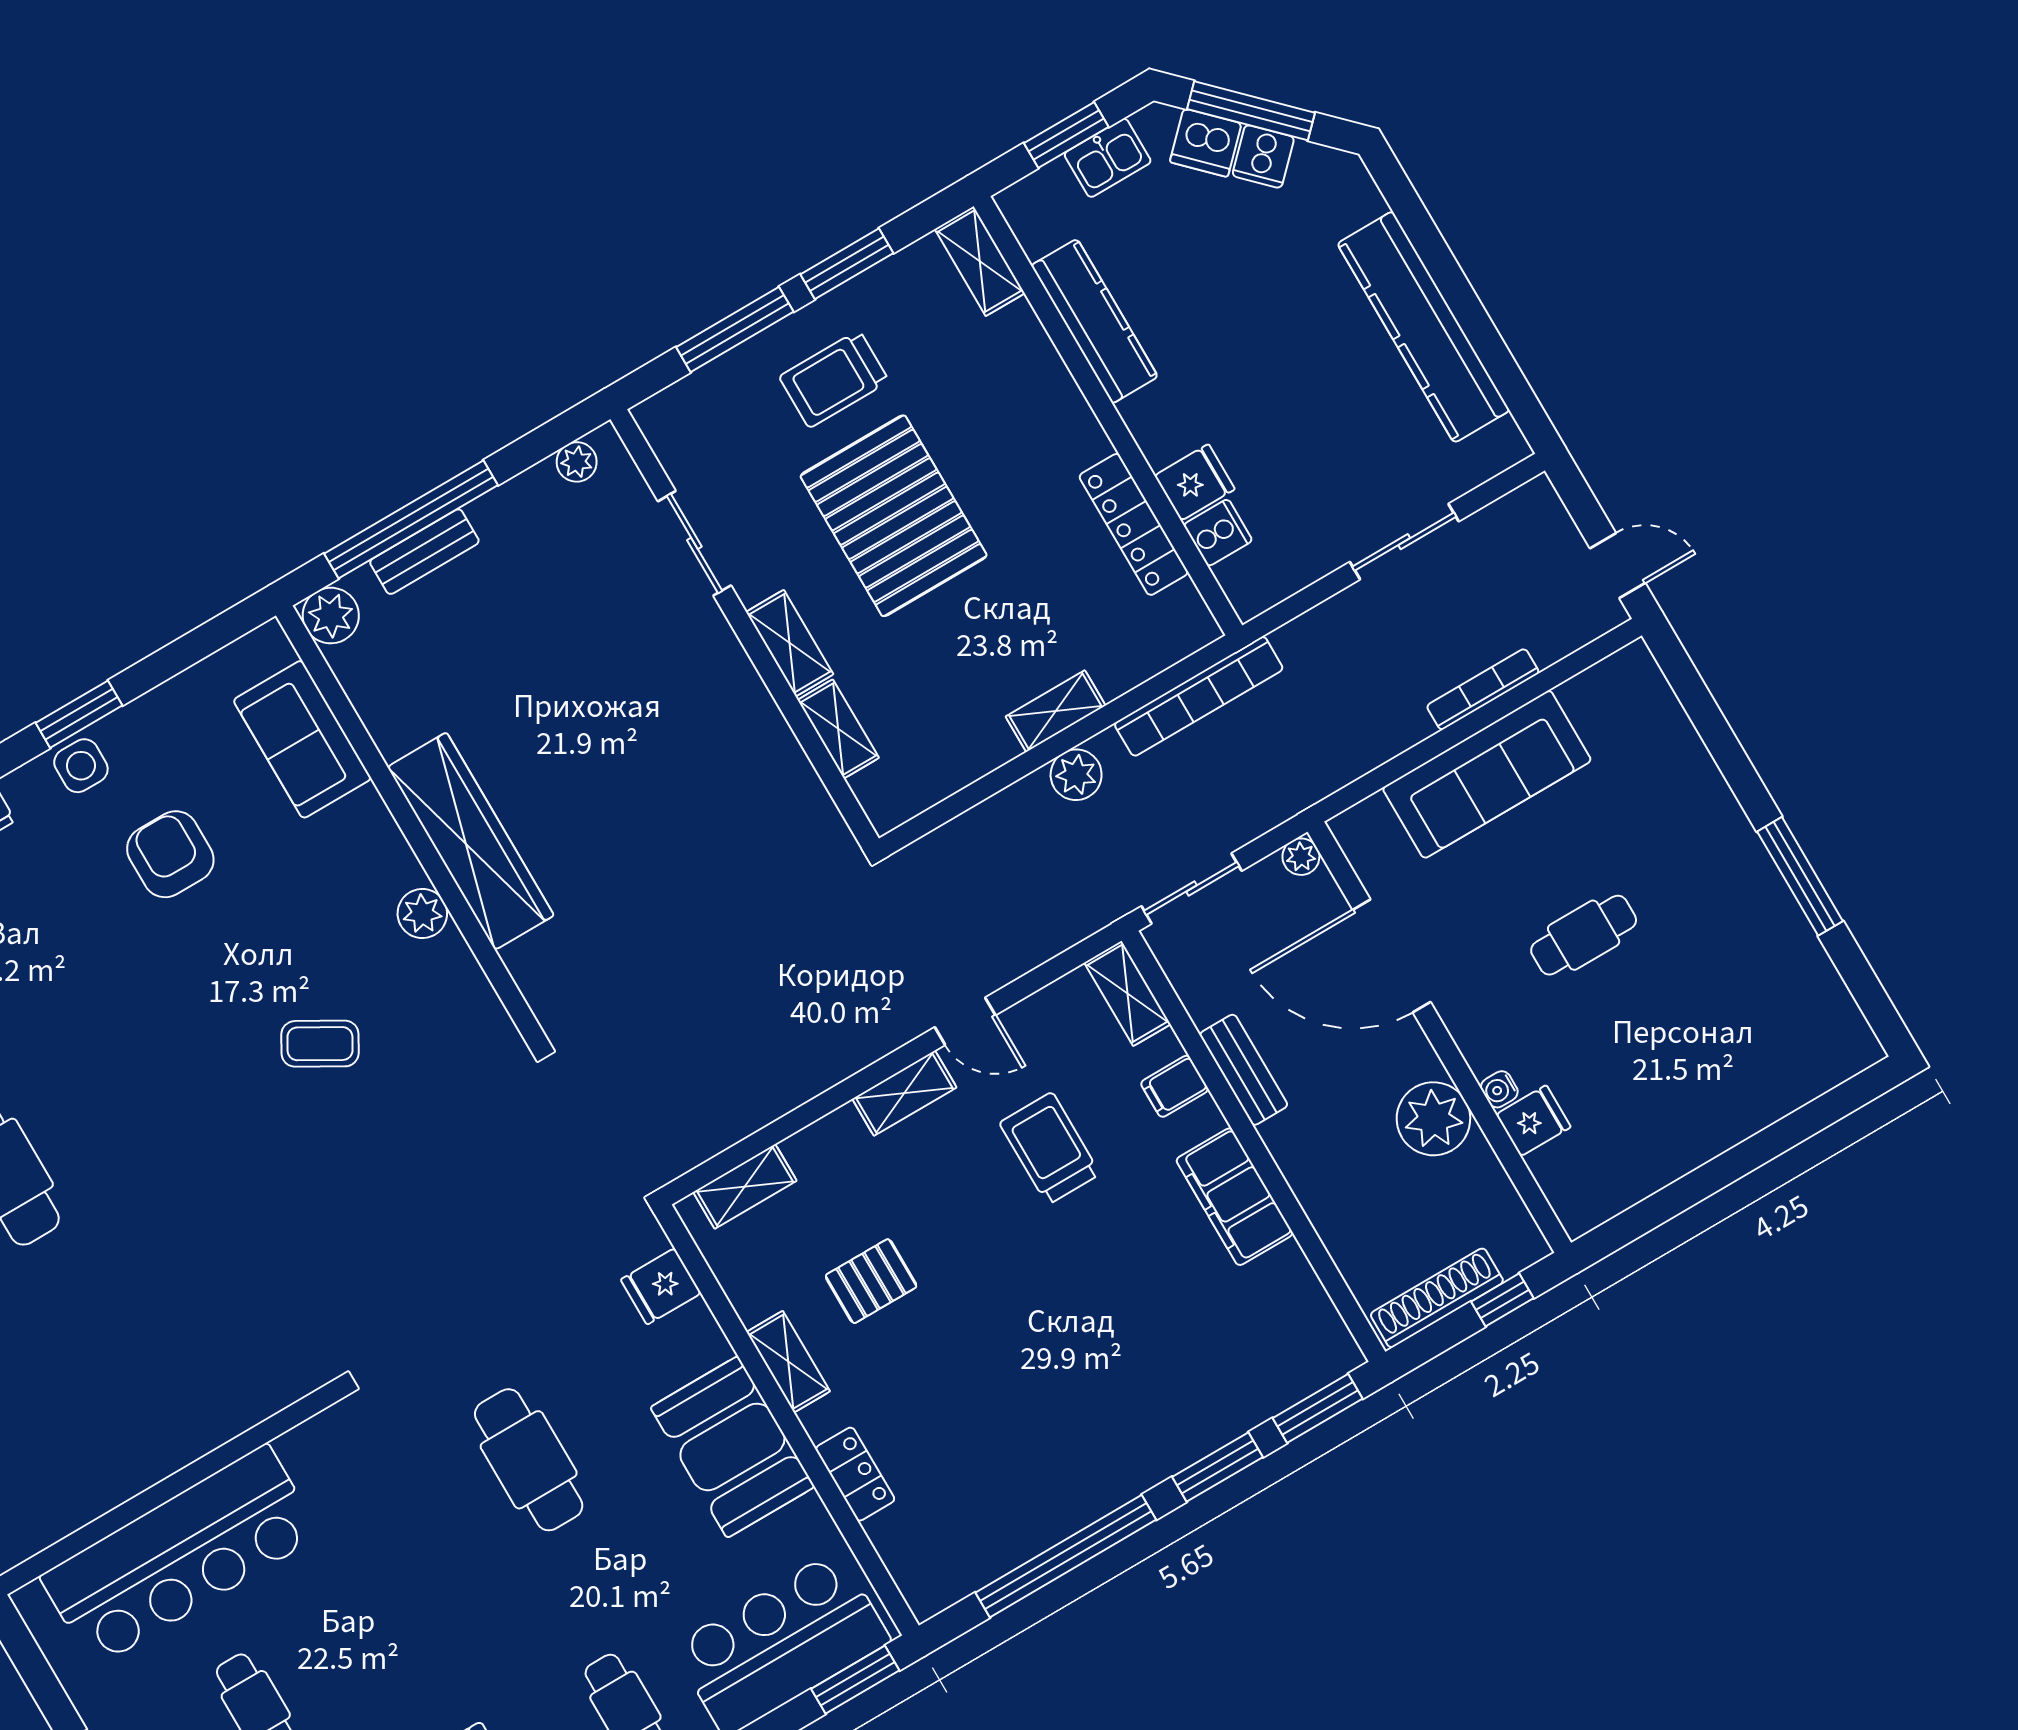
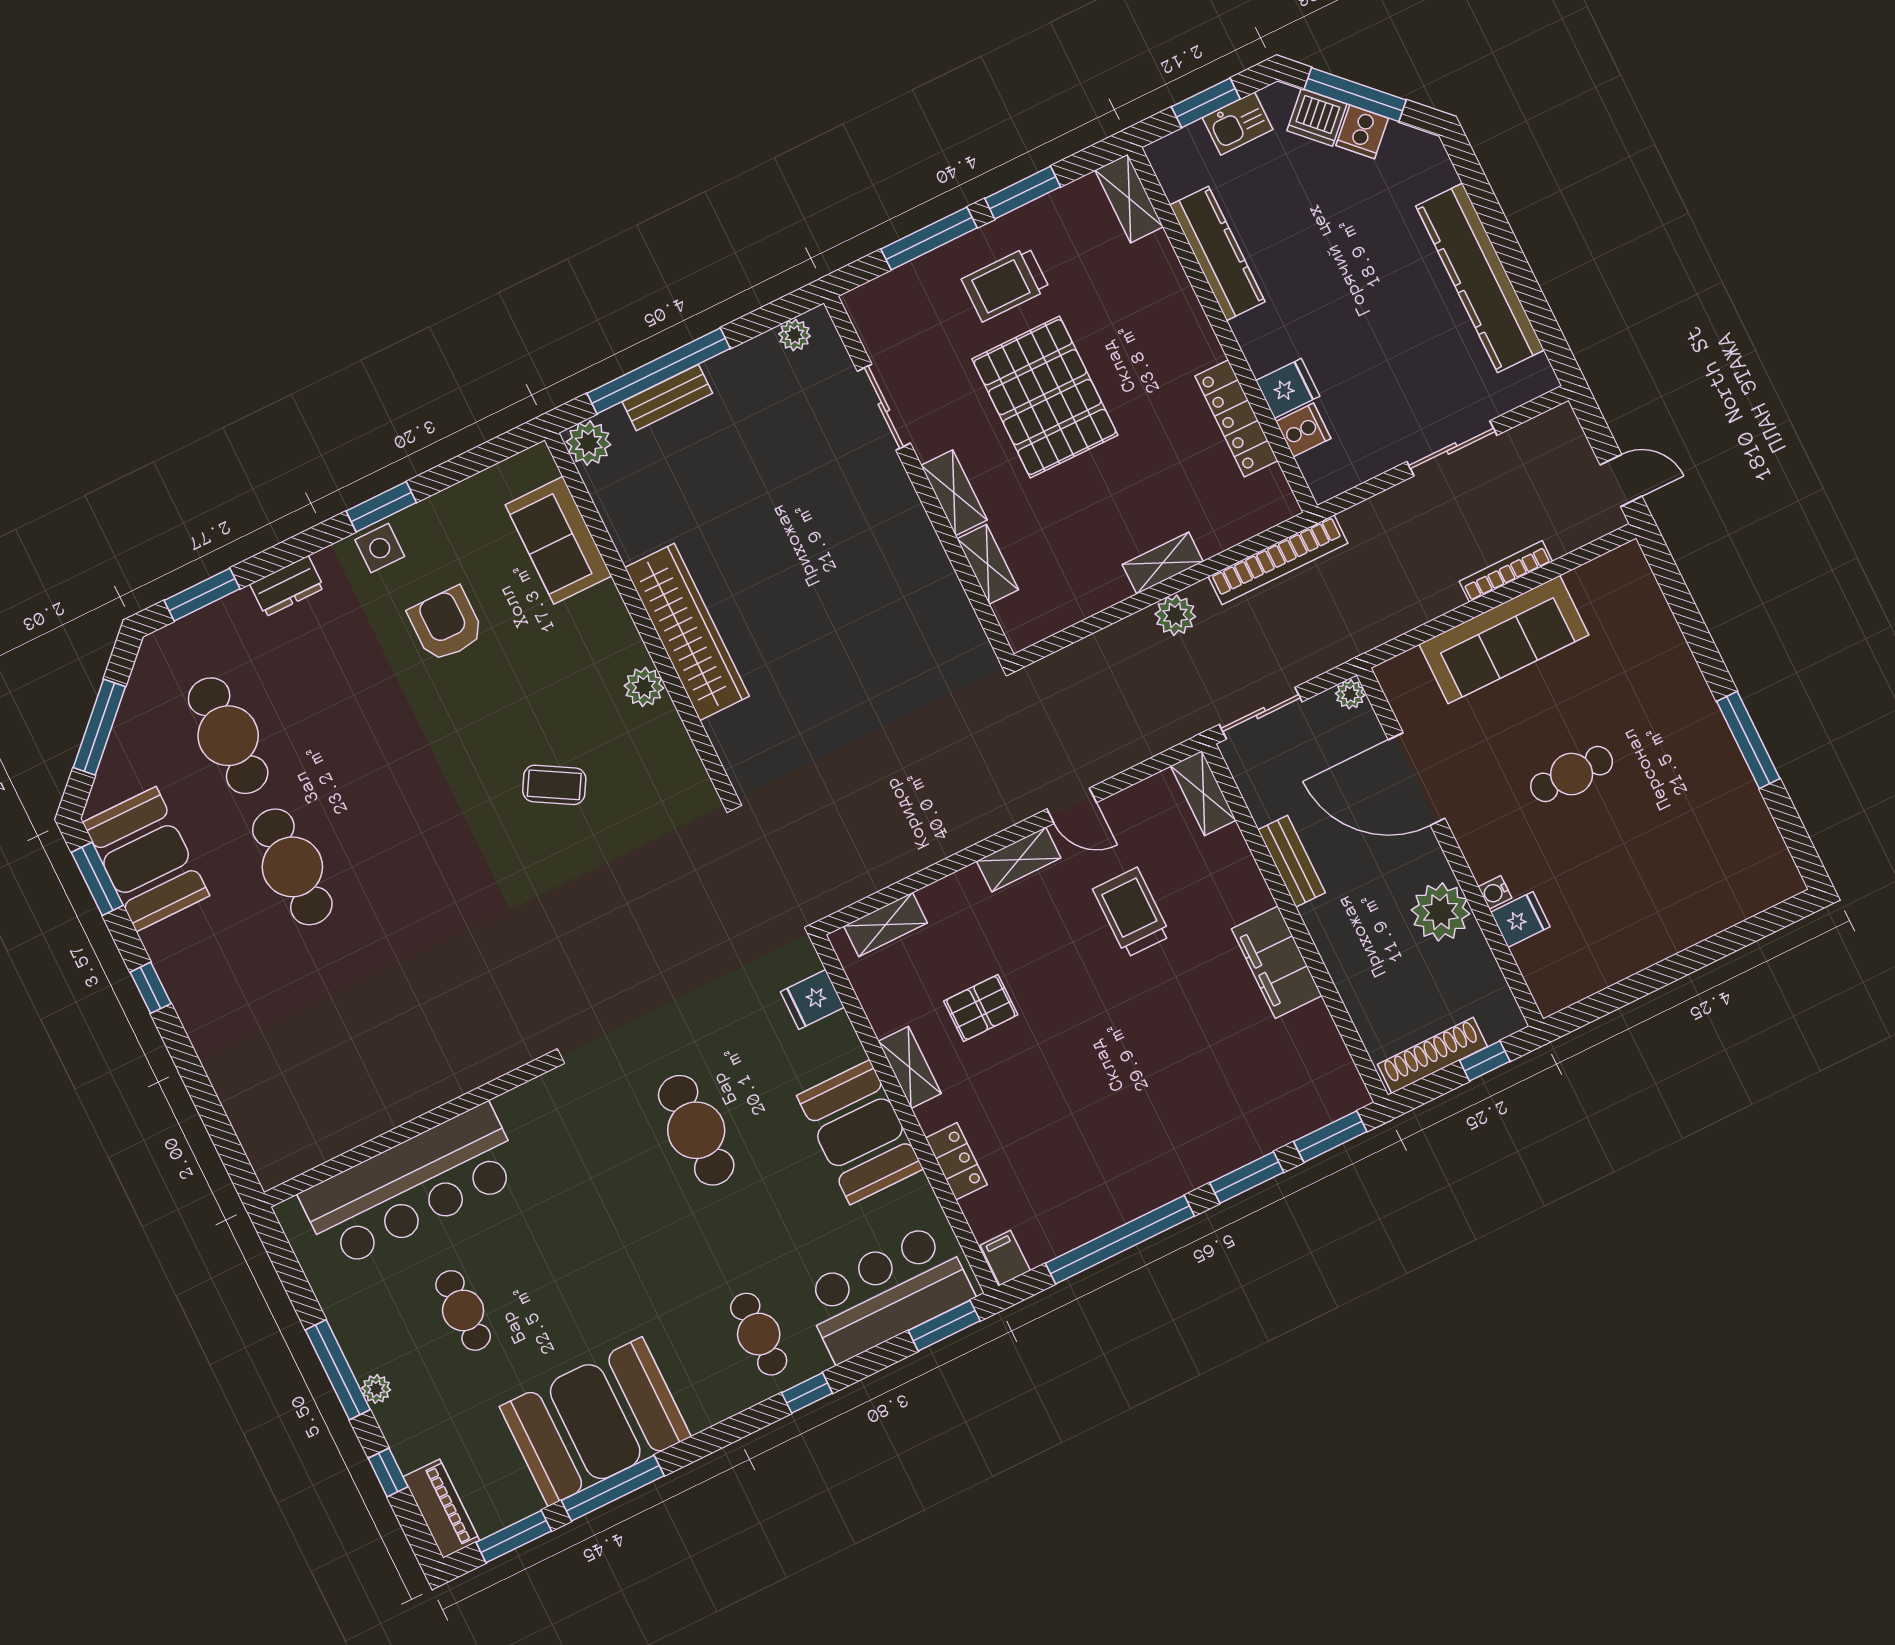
filing cabinet: (1175, 1086) -> (1005, 1258), moved, turned 90

